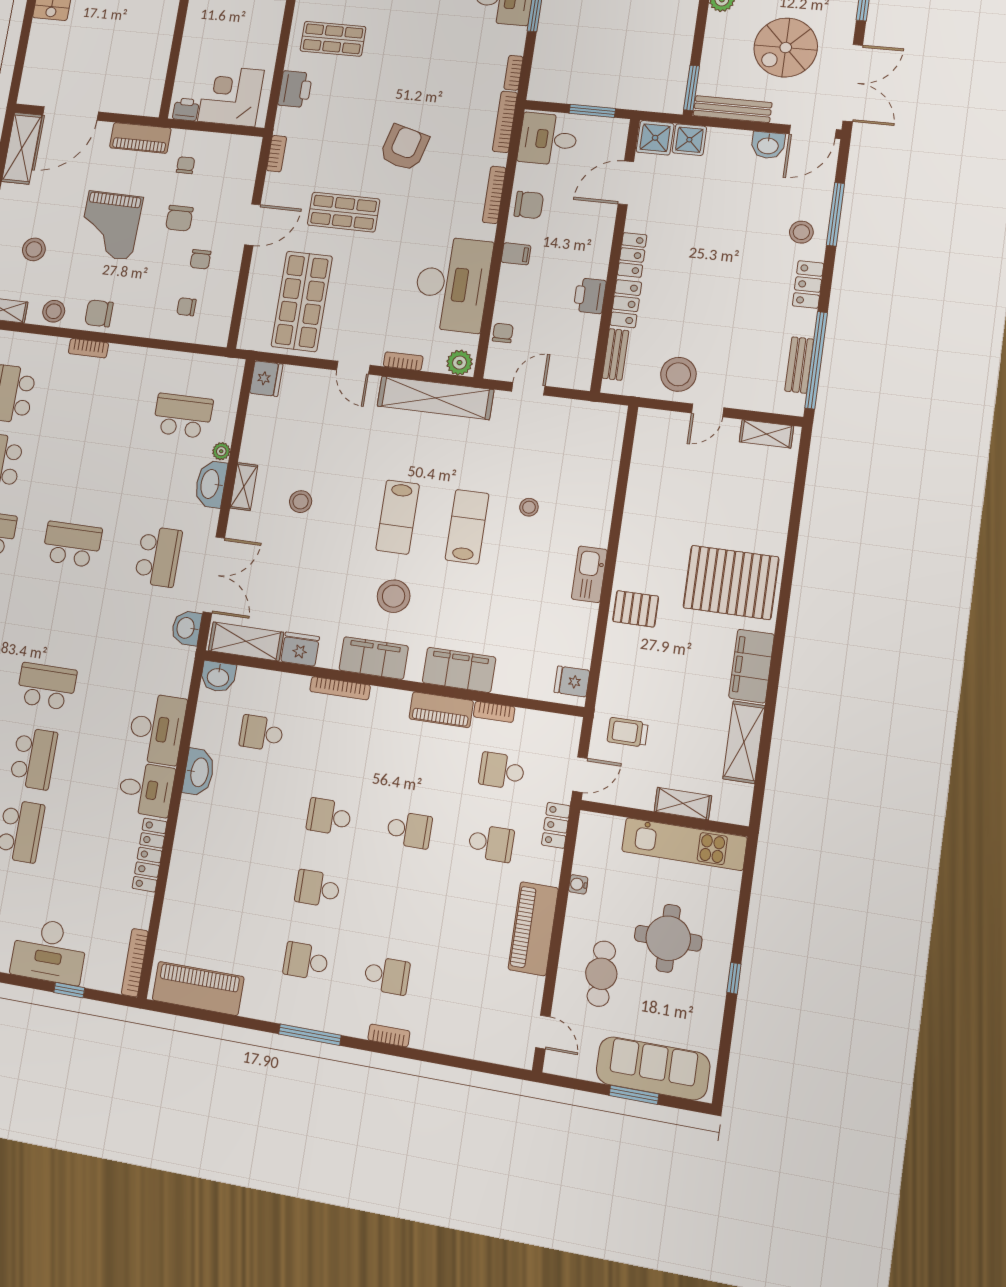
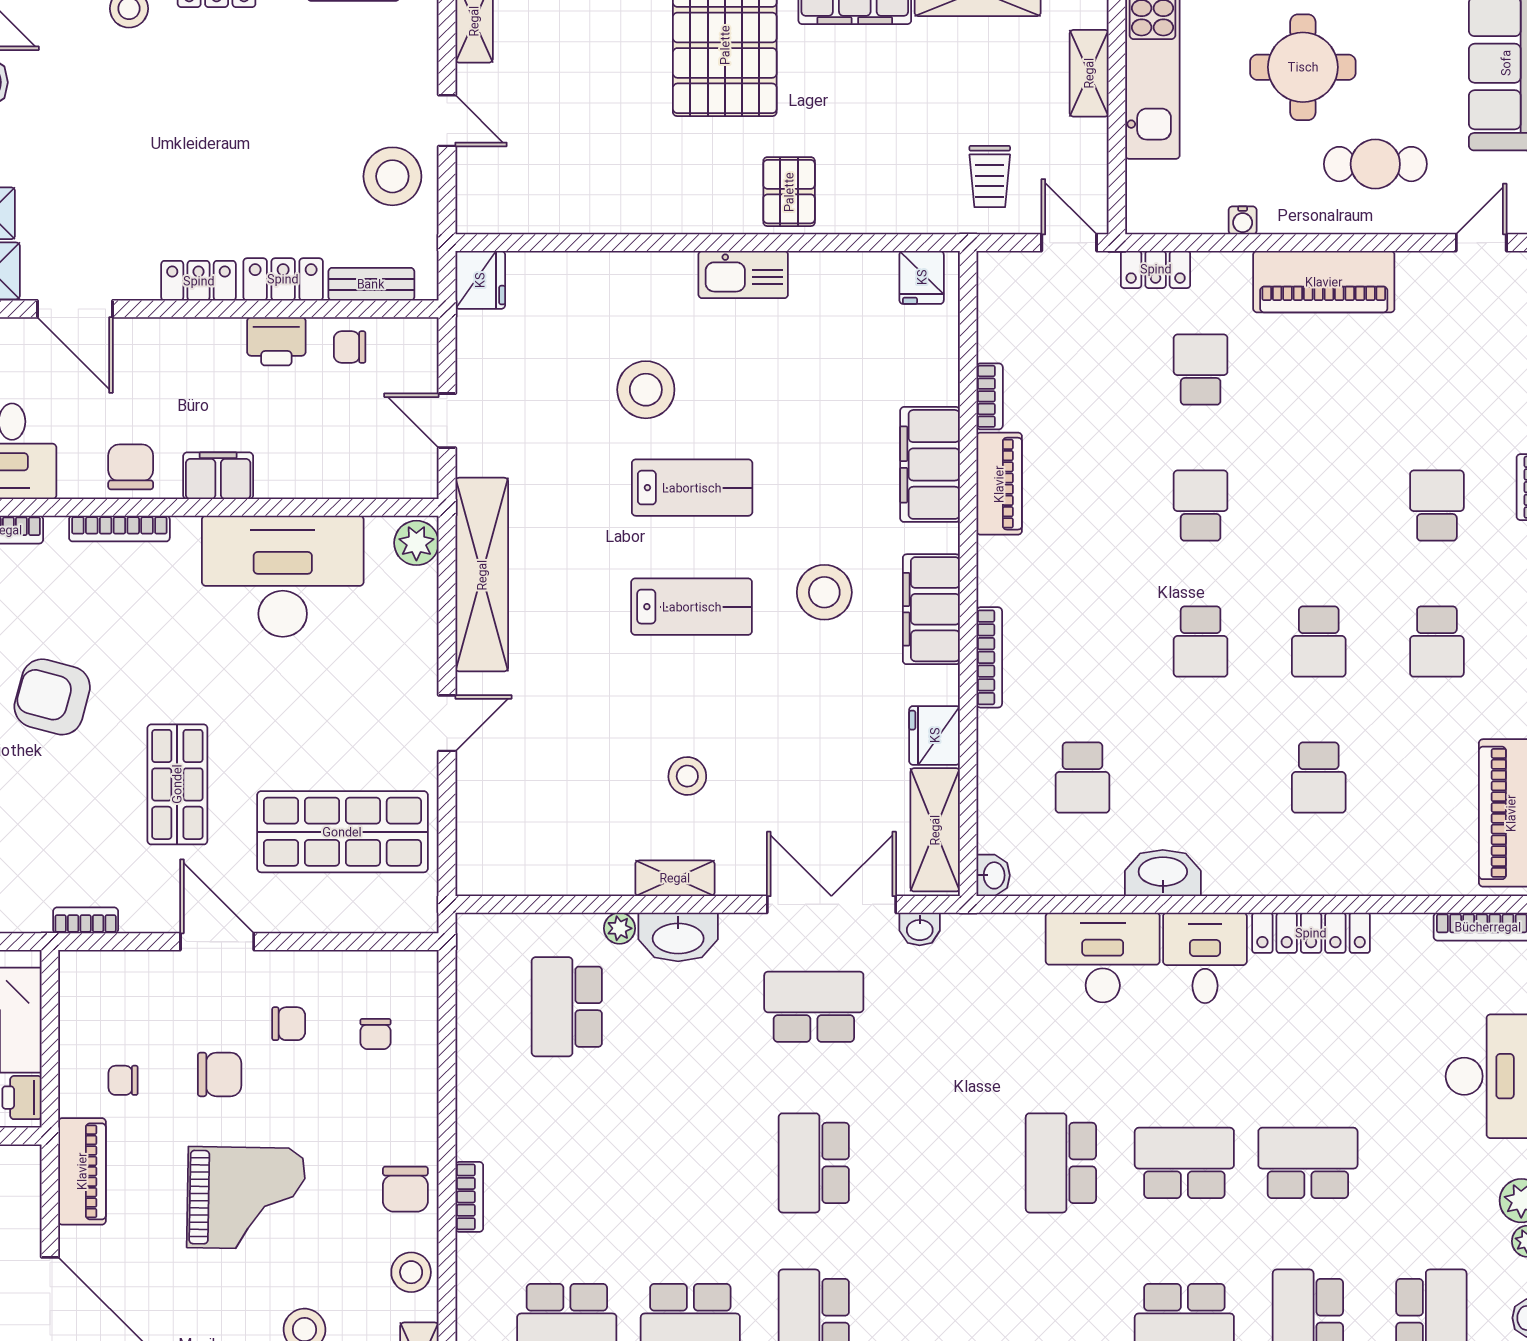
filing cabinet: (516, 254) -> (218, 476), width x2.00
chair: (503, 333) -> (350, 347), moved
bookcase: (403, 361) -> (426, 639), removed
fridge: (266, 379) -> (480, 280), moved, turned 90
stool: (529, 507) -> (646, 390), width x1.89, depth x1.89
lab bench: (467, 527) -> (692, 488), turned 180
washbasin: (186, 628) -> (920, 929), width x0.72, depth x0.69
washbasin: (218, 677) -> (993, 875), width x0.72, depth x0.69
school desk: (502, 771) -> (1319, 778), moved

